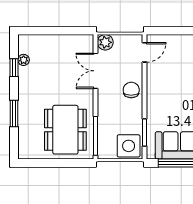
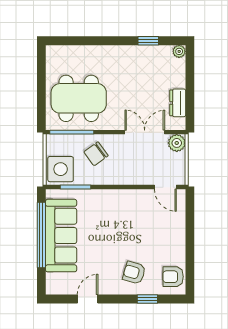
dresser: (69, 41) -> (178, 103), added
plant: (24, 60) -> (179, 51), moved
chair: (131, 90) -> (96, 154), moved, turned 144
window: (14, 114) -> (97, 41), removed

